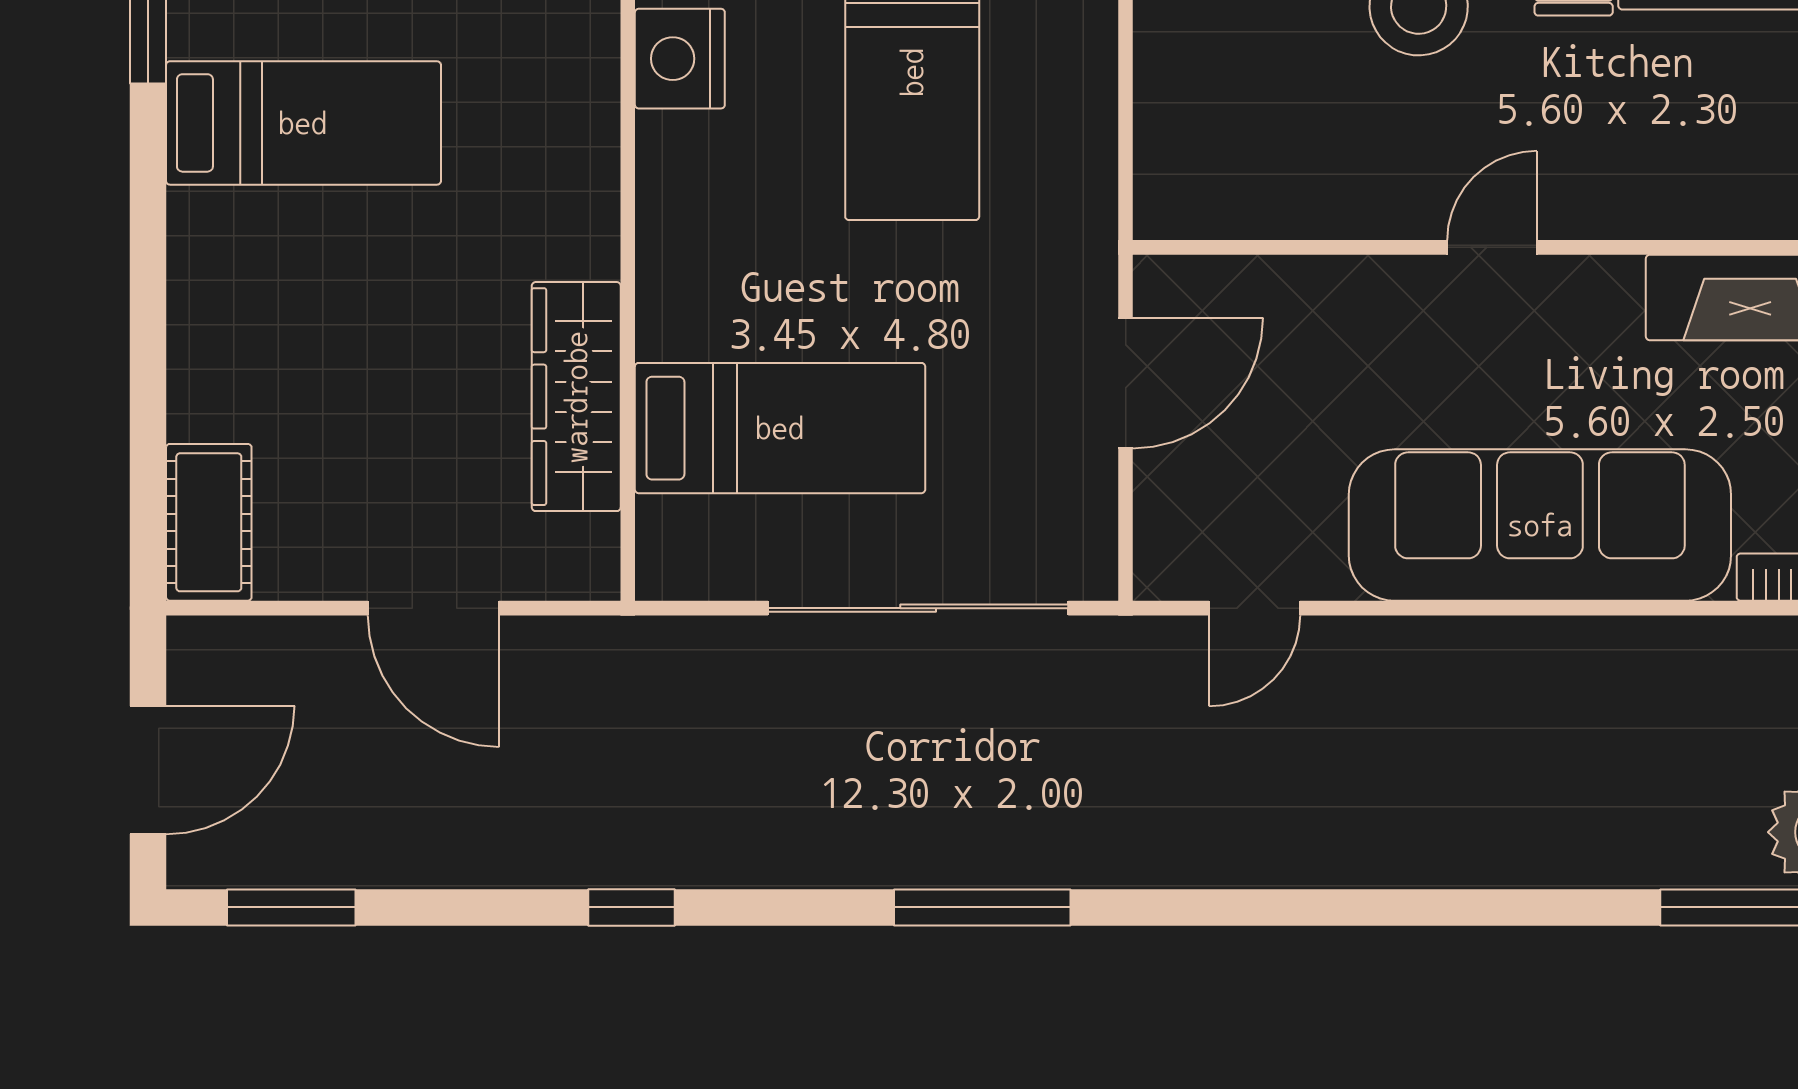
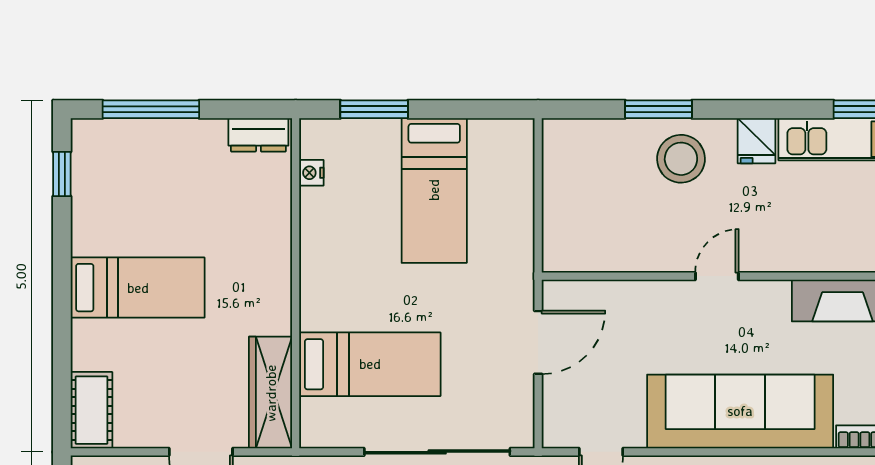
nightstand: (680, 59) -> (311, 173), width x0.53, depth x0.56
bed: (303, 123) -> (138, 288), moved
wardrobe: (576, 397) -> (271, 393), moved

